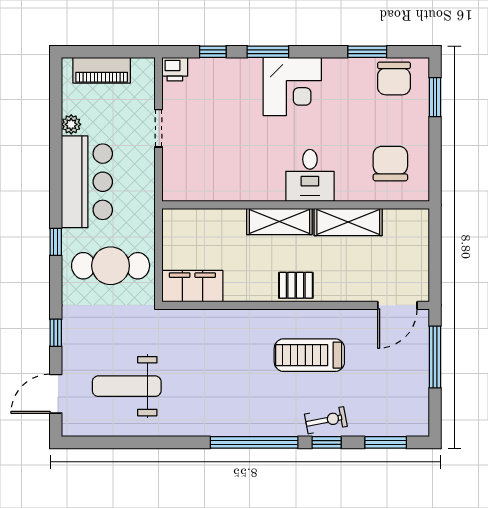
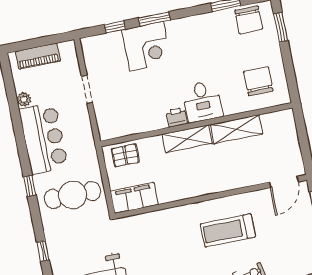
printer: (175, 69) -> (177, 117), moved, turned 180
corner desk: (292, 87) -> (146, 46), moved
pallet: (296, 285) -> (125, 155), moved

